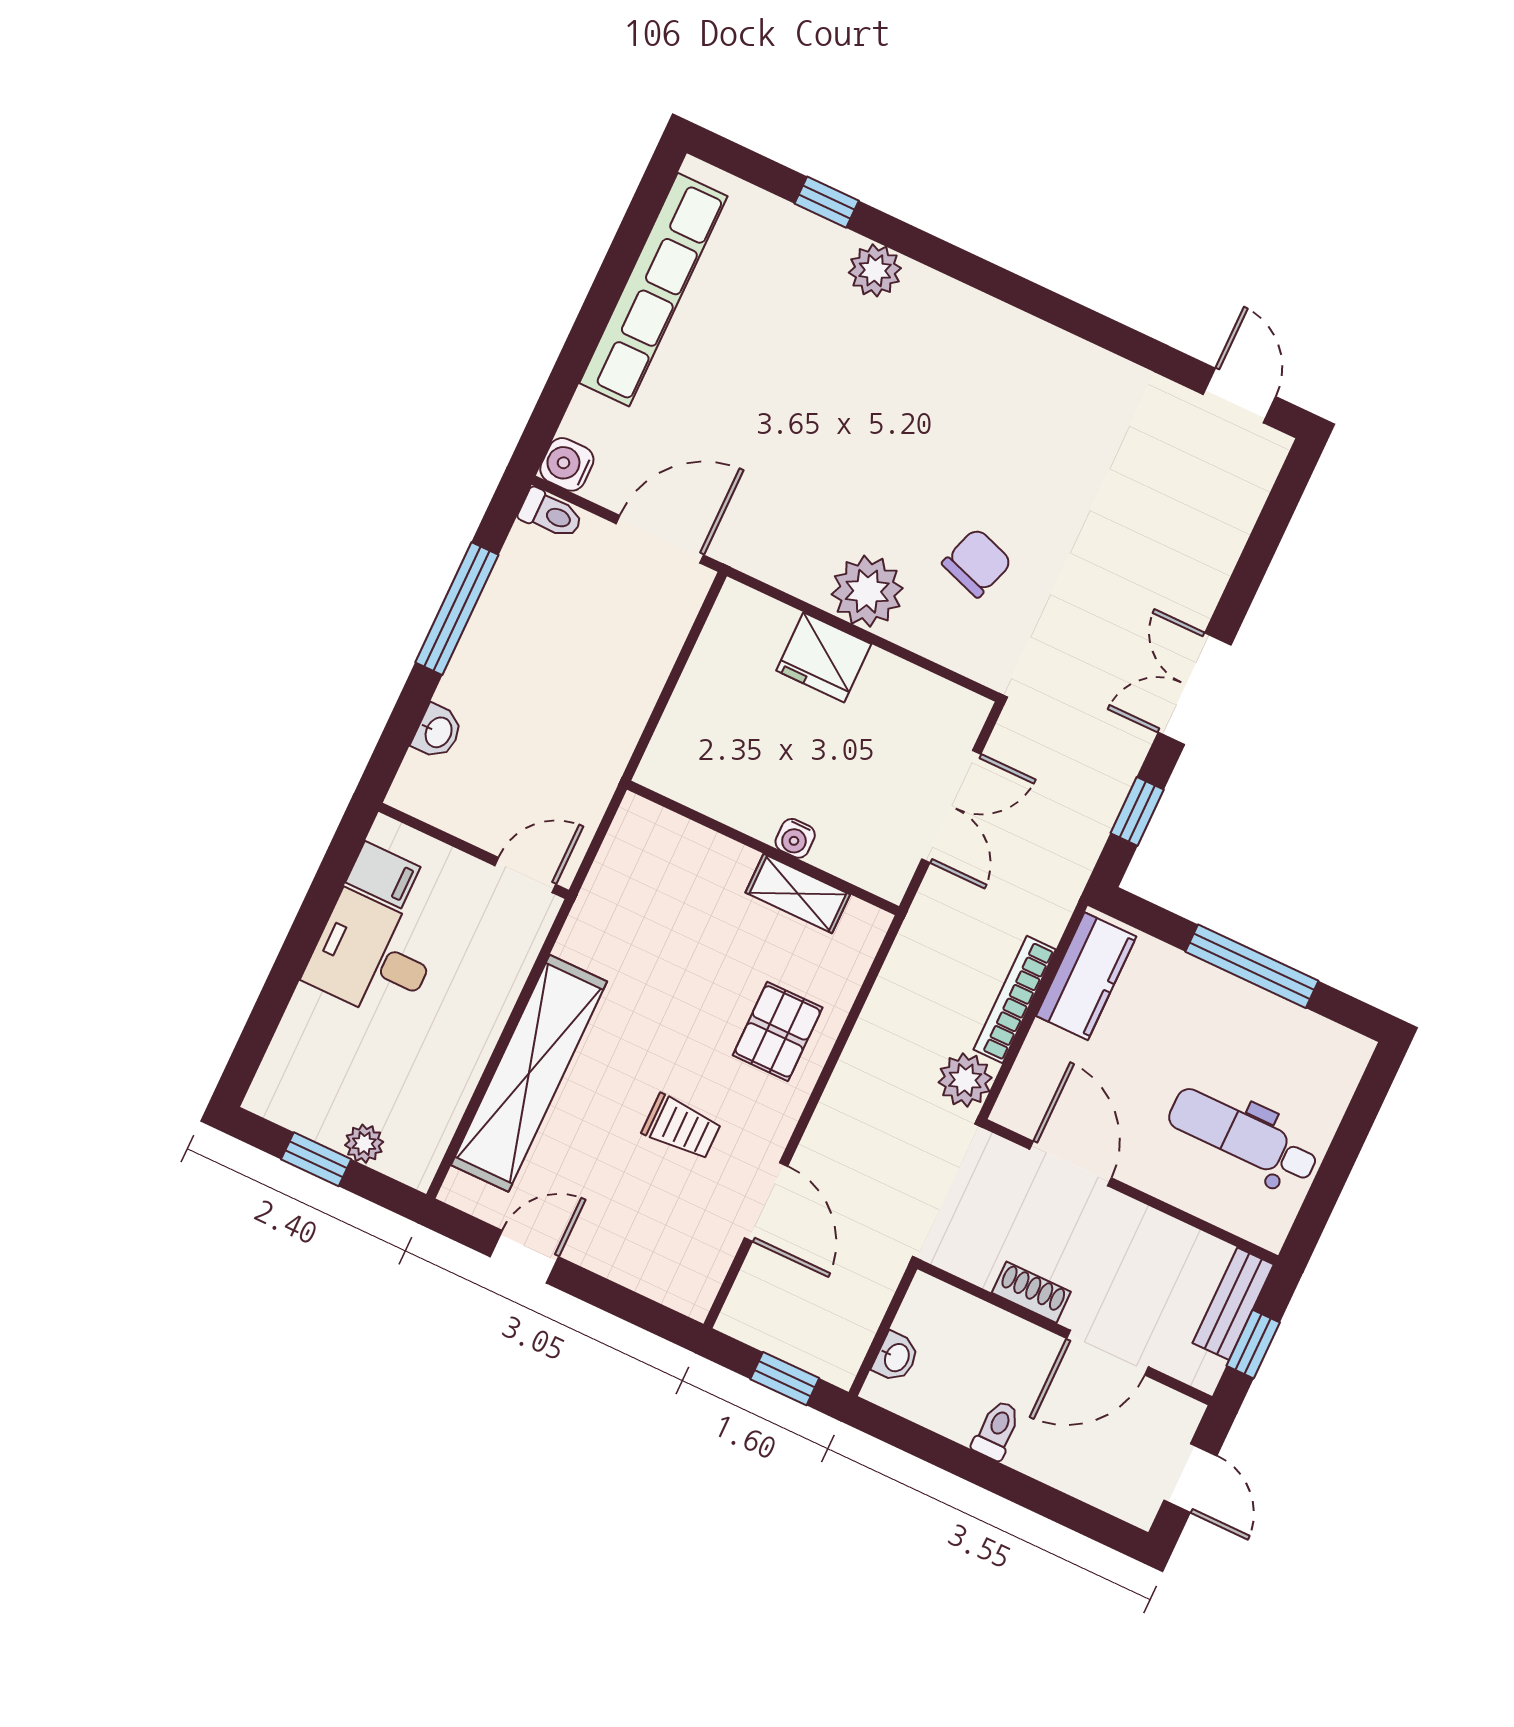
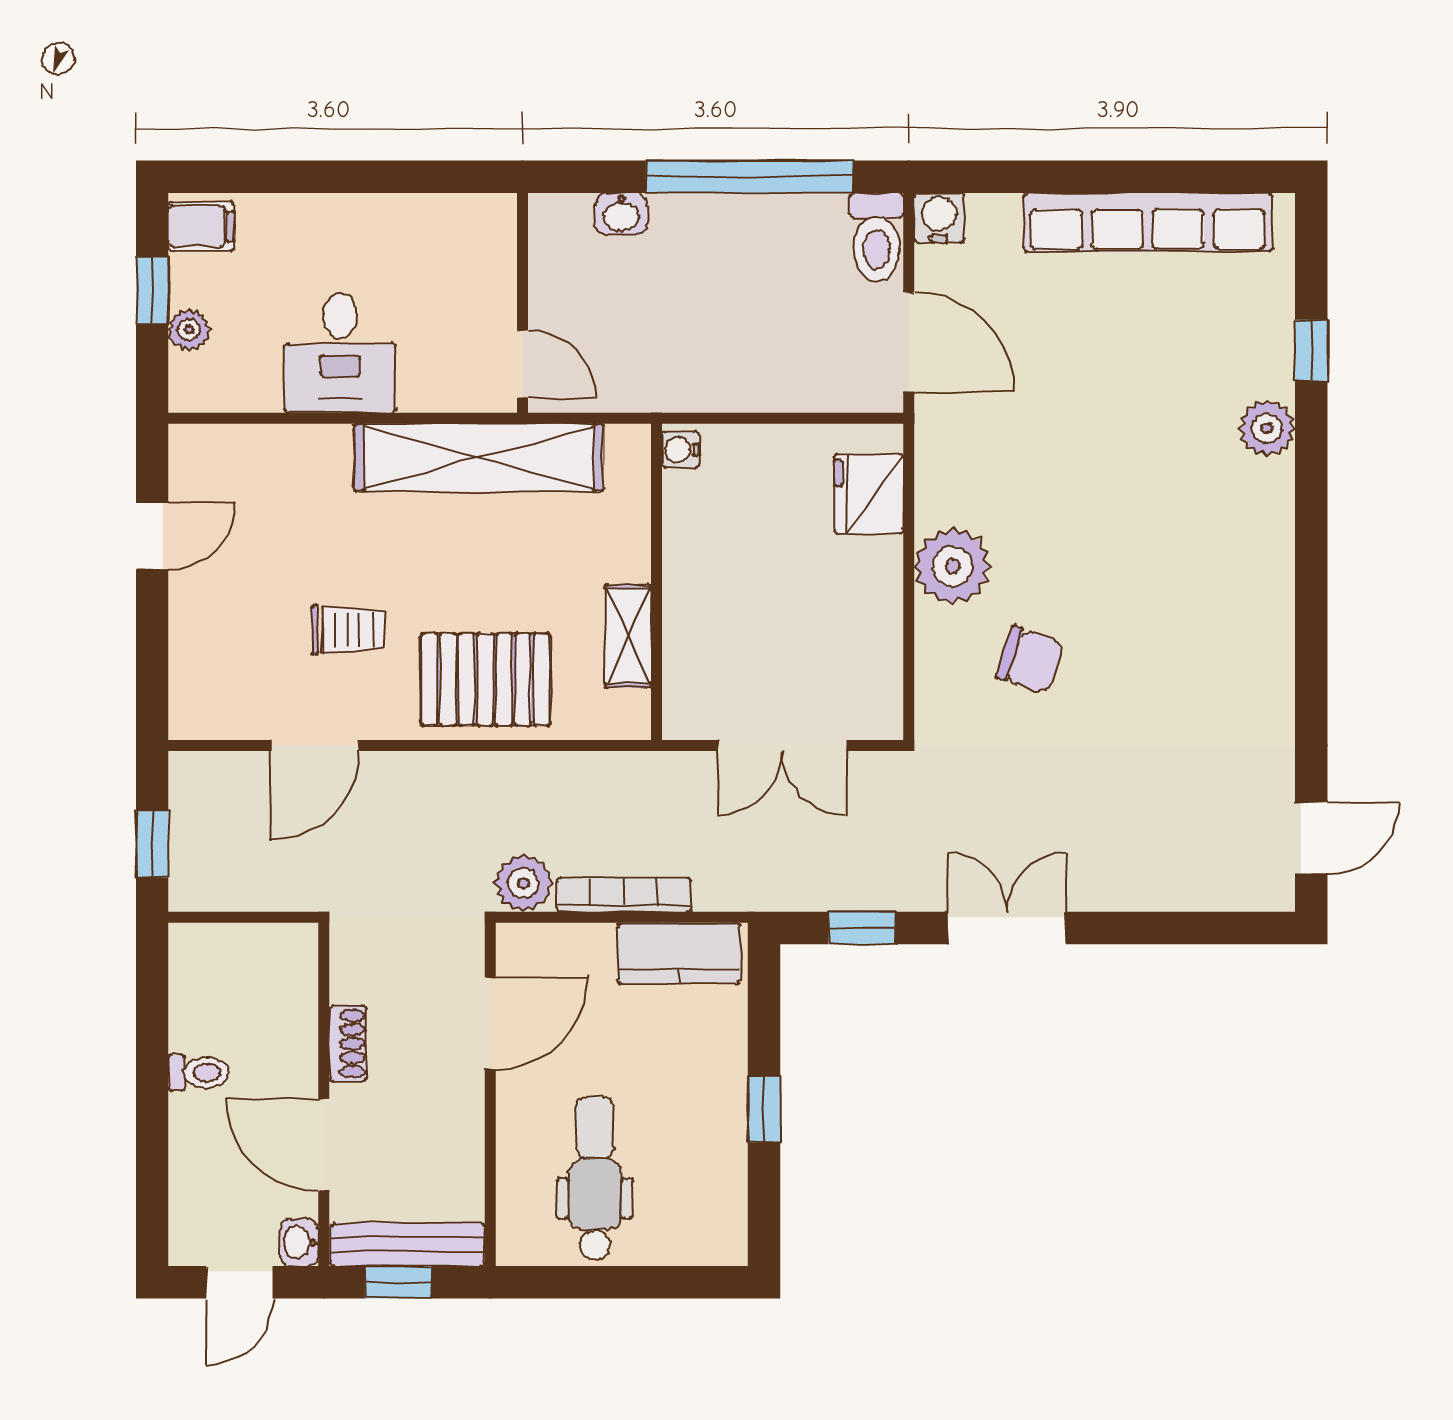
toilet: (551, 514) -> (876, 237), width x1.37, depth x1.39
window: (457, 609) -> (750, 177), width x1.46
fridge: (824, 657) -> (869, 494), moved
water cooler: (795, 838) -> (680, 450), moved
filing cabinet: (383, 875) -> (201, 226), moved, turned -90
desk: (372, 957) -> (340, 353), moved, turned 180
window: (1252, 966) -> (764, 1109), width x0.46
pallet: (778, 1031) -> (485, 679), width x1.50, depth x1.42
shelving: (529, 1073) -> (479, 457), moved
trolley: (681, 1127) -> (349, 630), turned -90
door: (524, 1257) -> (152, 536), hinge flipped
bench: (1233, 1304) -> (408, 1244), width x1.36
washbasin: (896, 1357) -> (299, 1242), moved, turned 90

